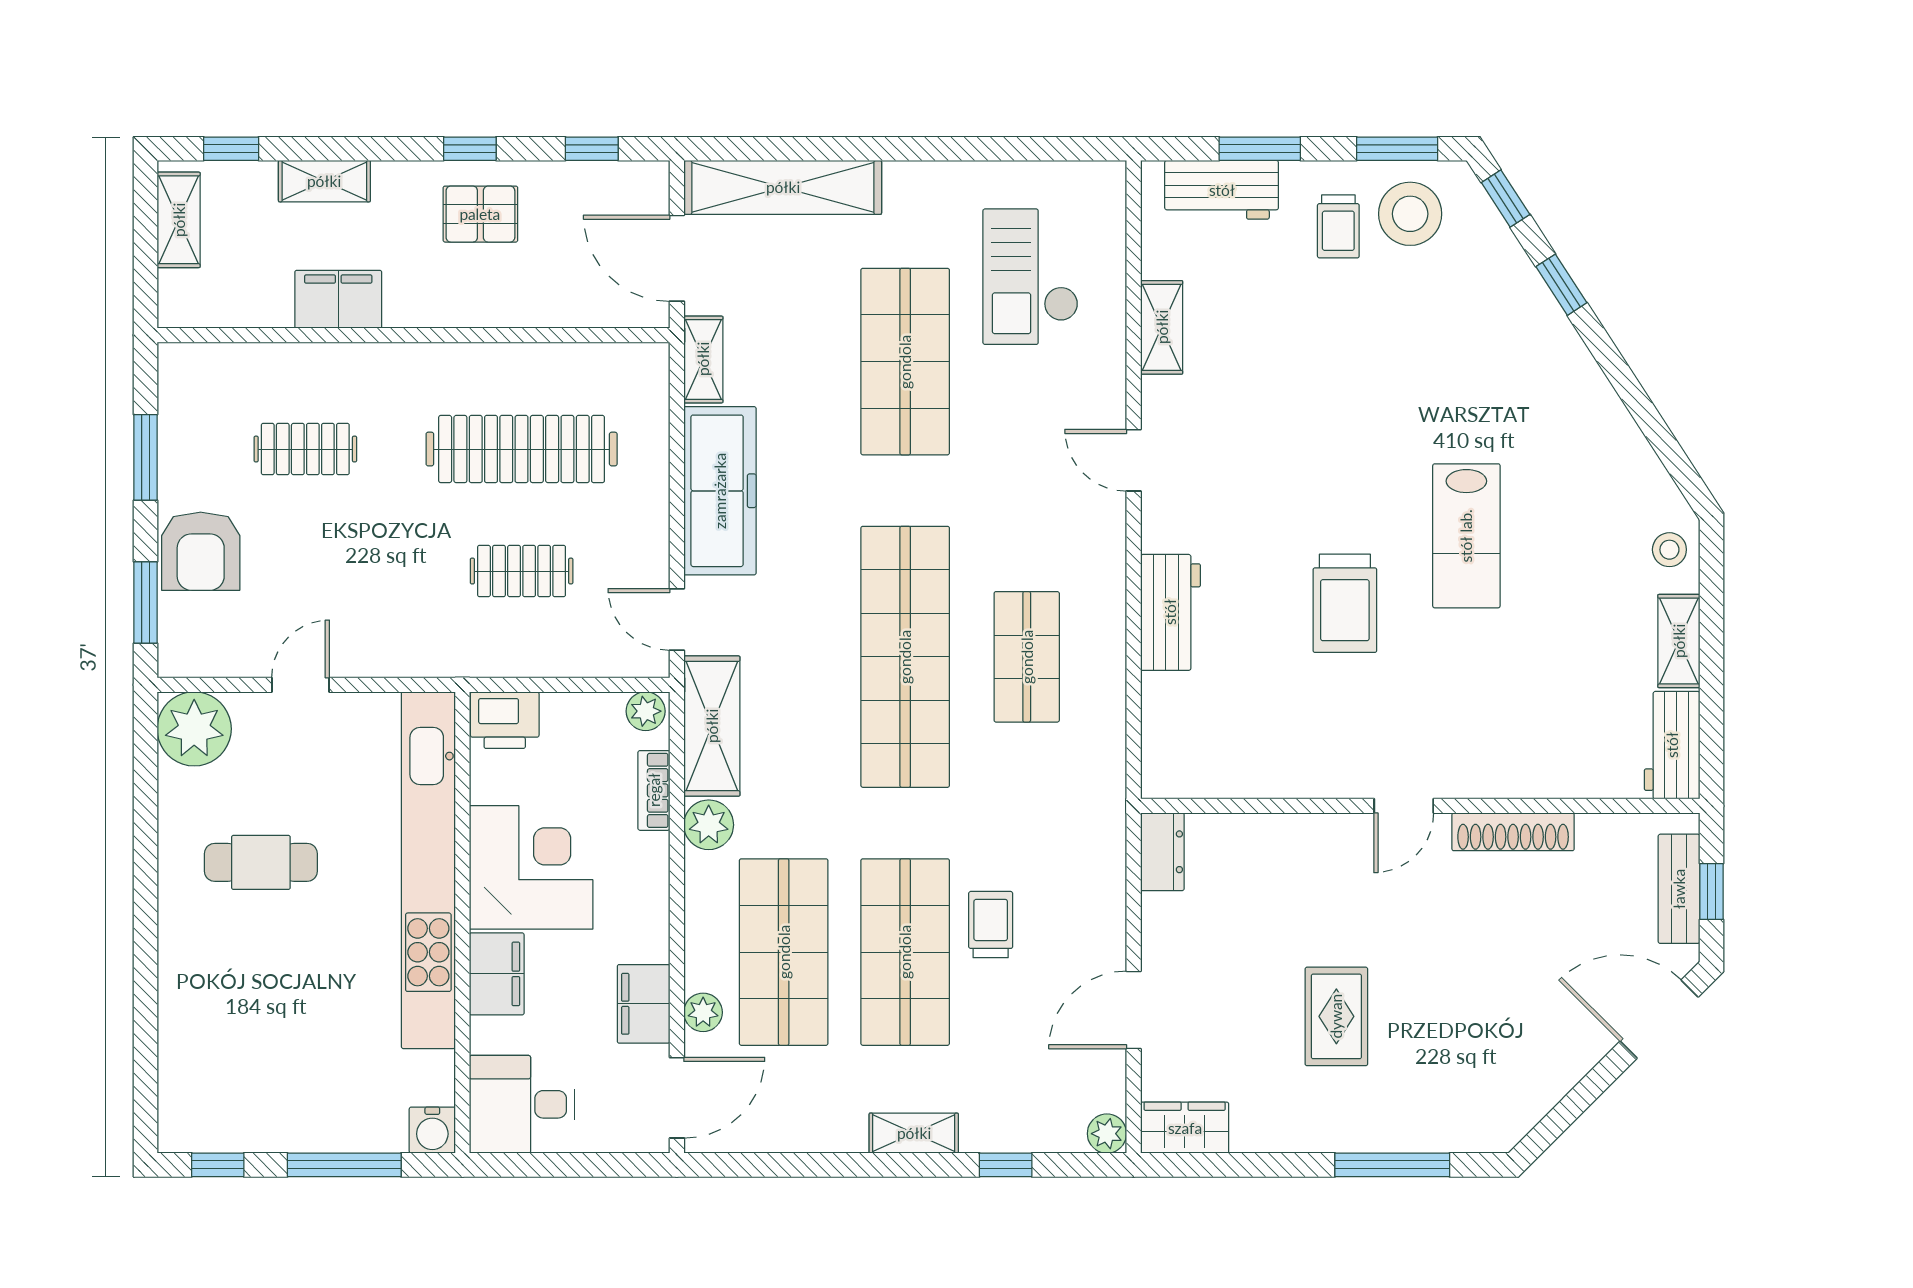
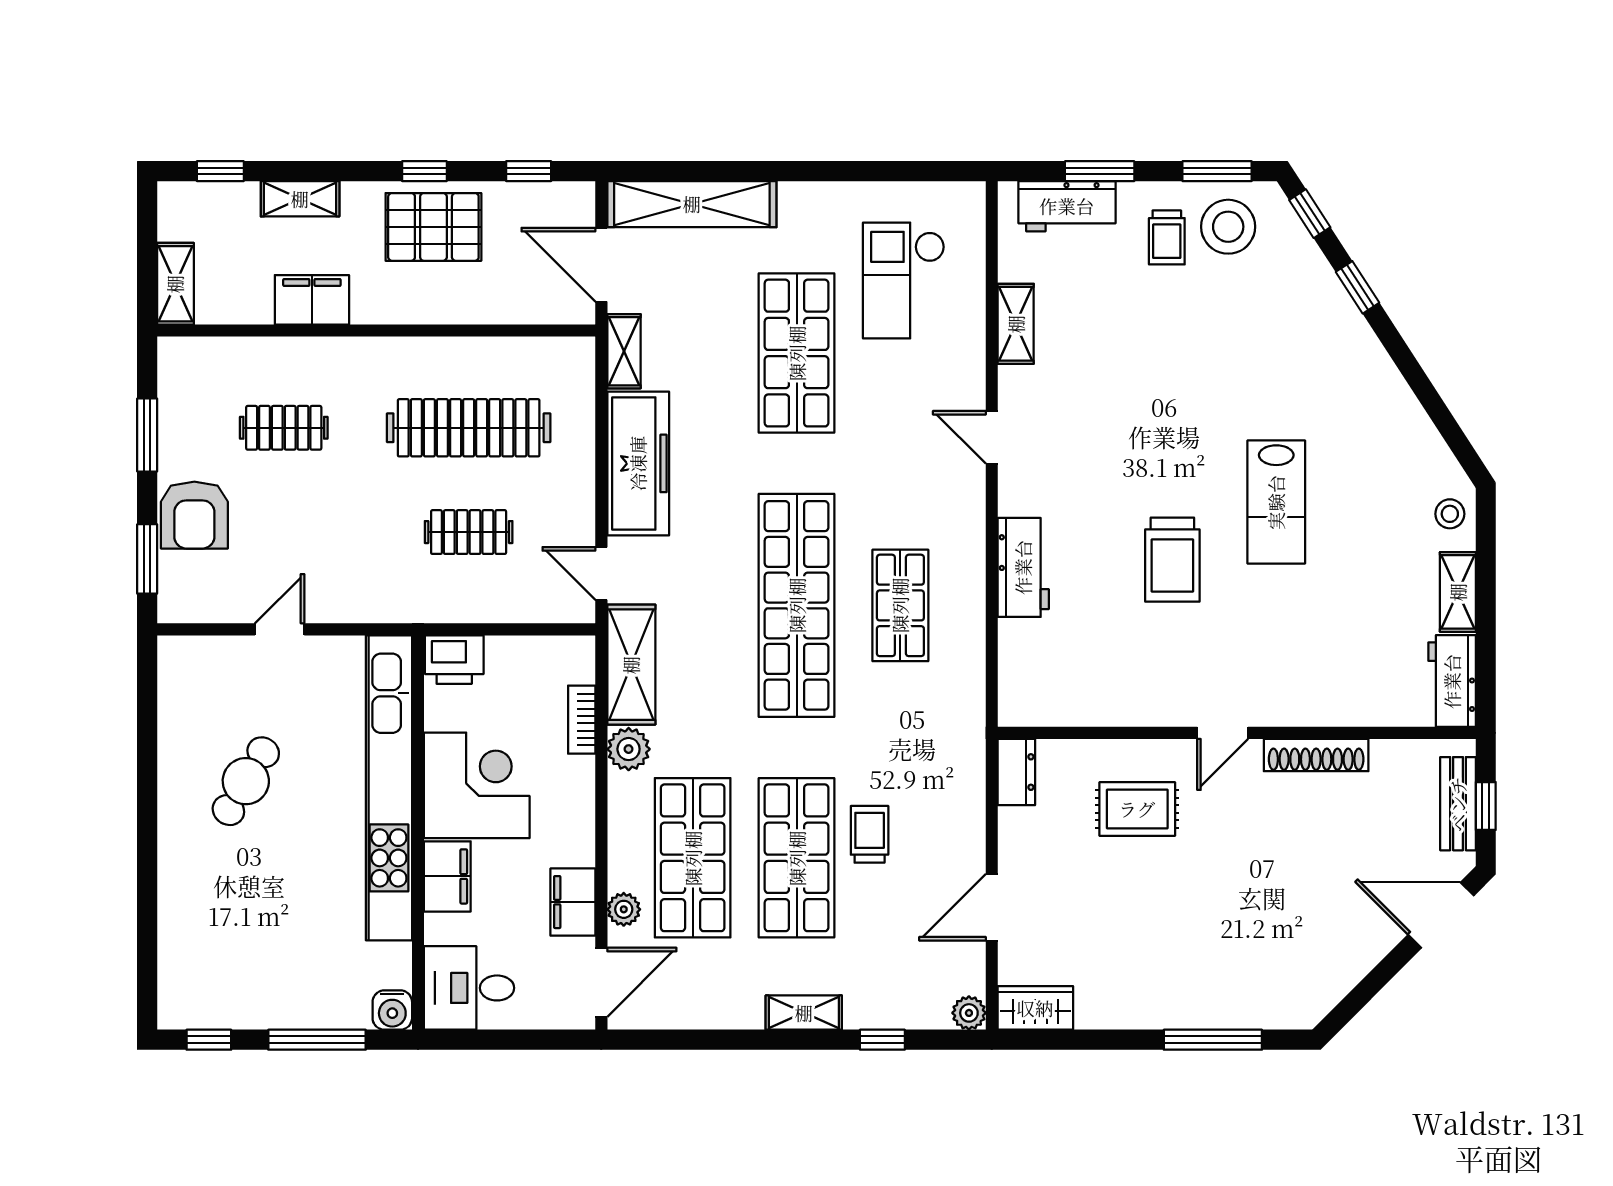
pallet: (480, 214) -> (433, 227), width x1.50, depth x1.42
shelving: (179, 220) -> (175, 284), moved
plant: (646, 711) -> (575, 652), removed
plant: (194, 729) -> (189, 667), removed
cafe table: (261, 862) -> (246, 781), turned -59
rug: (1336, 1016) -> (1137, 809), moved, turned 90

